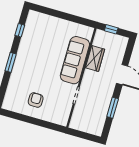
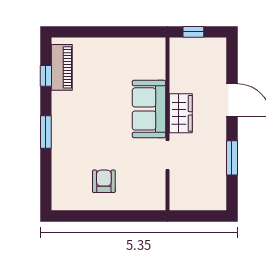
piano: (30, 28) -> (62, 67), added
wardrobe: (95, 58) -> (181, 113), moved
sofa: (75, 60) -> (149, 109), width x0.73

